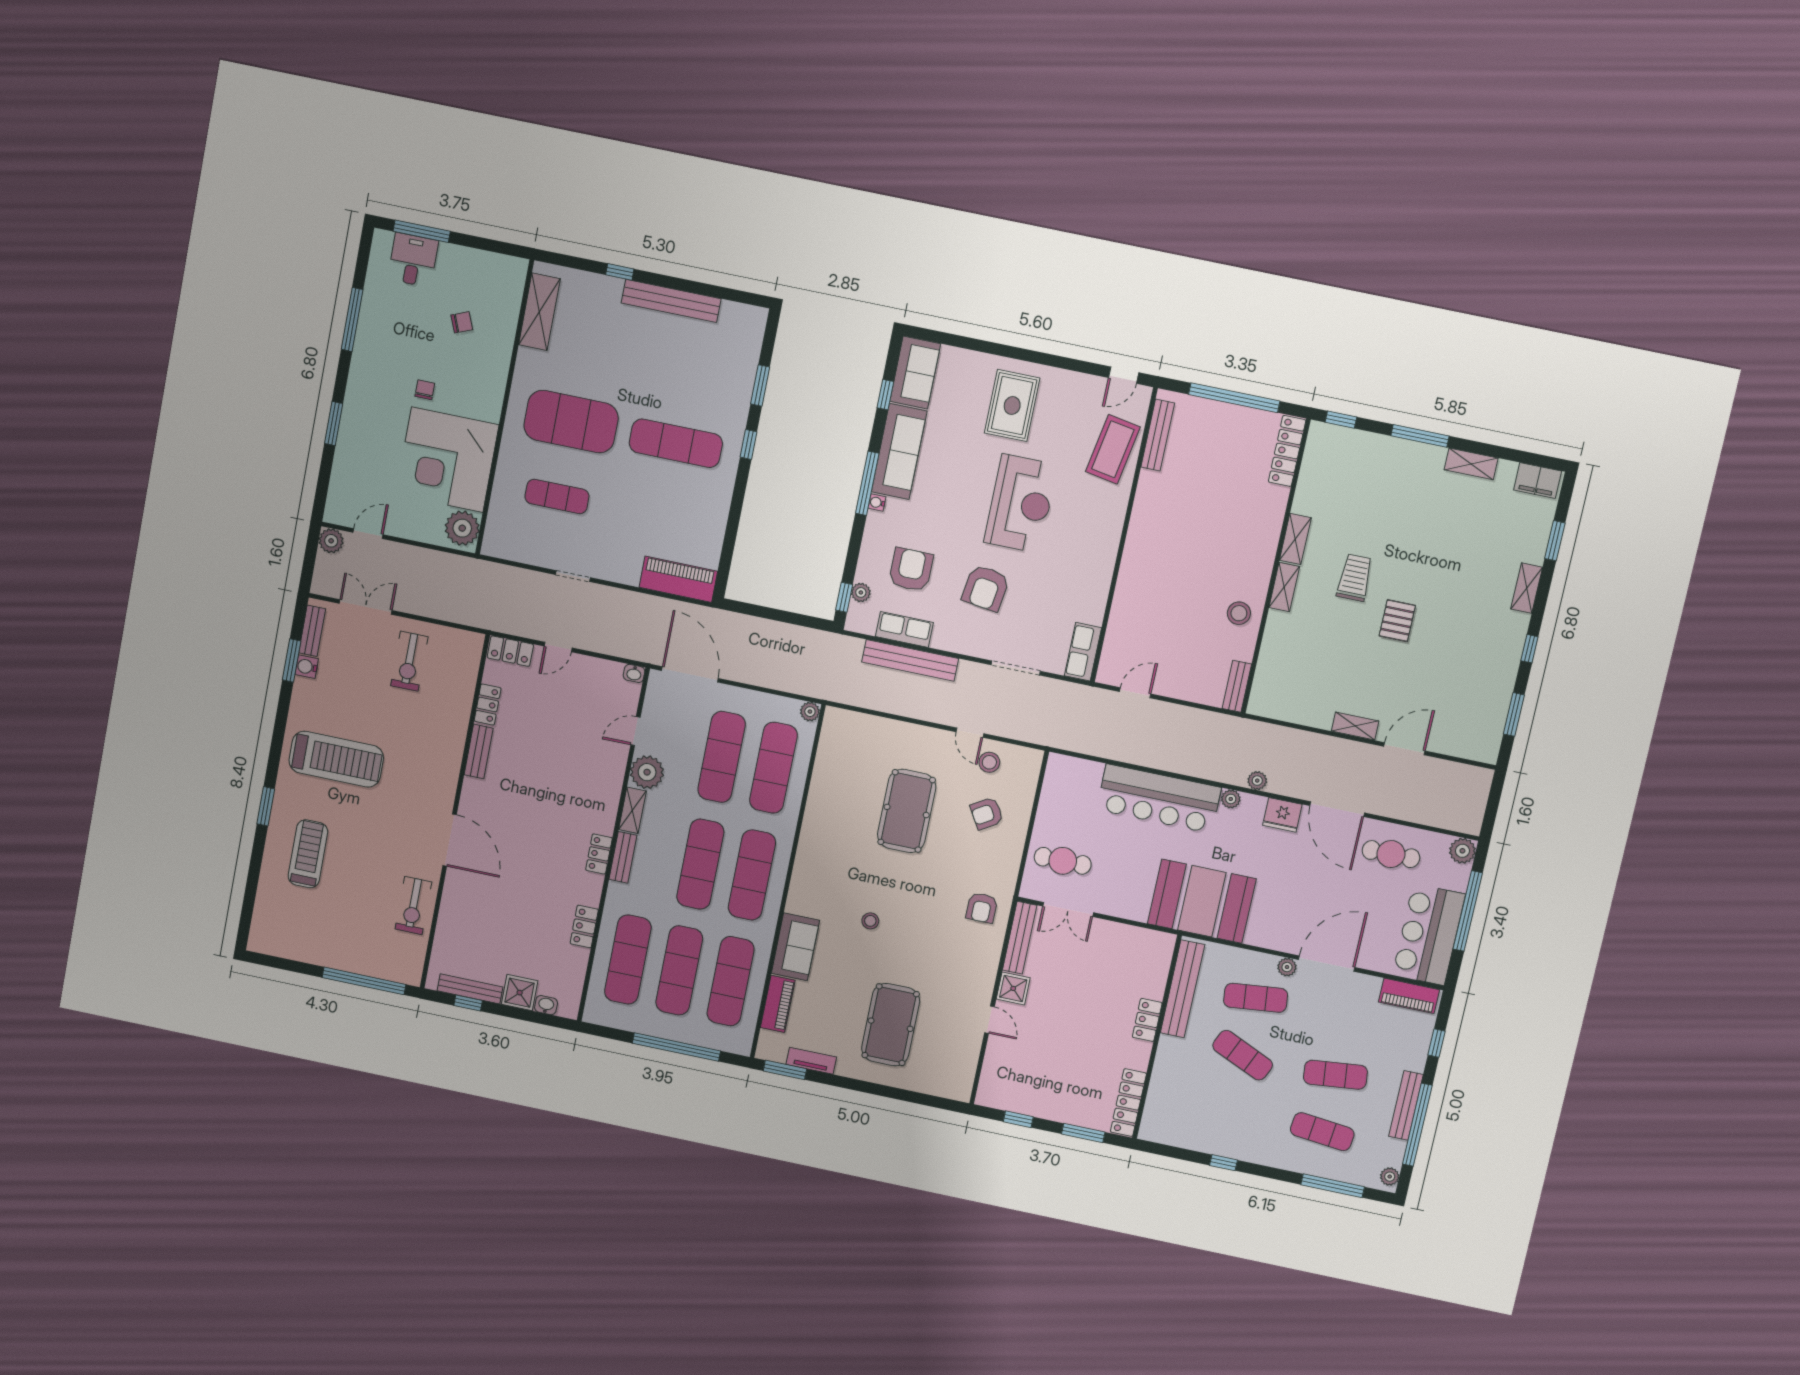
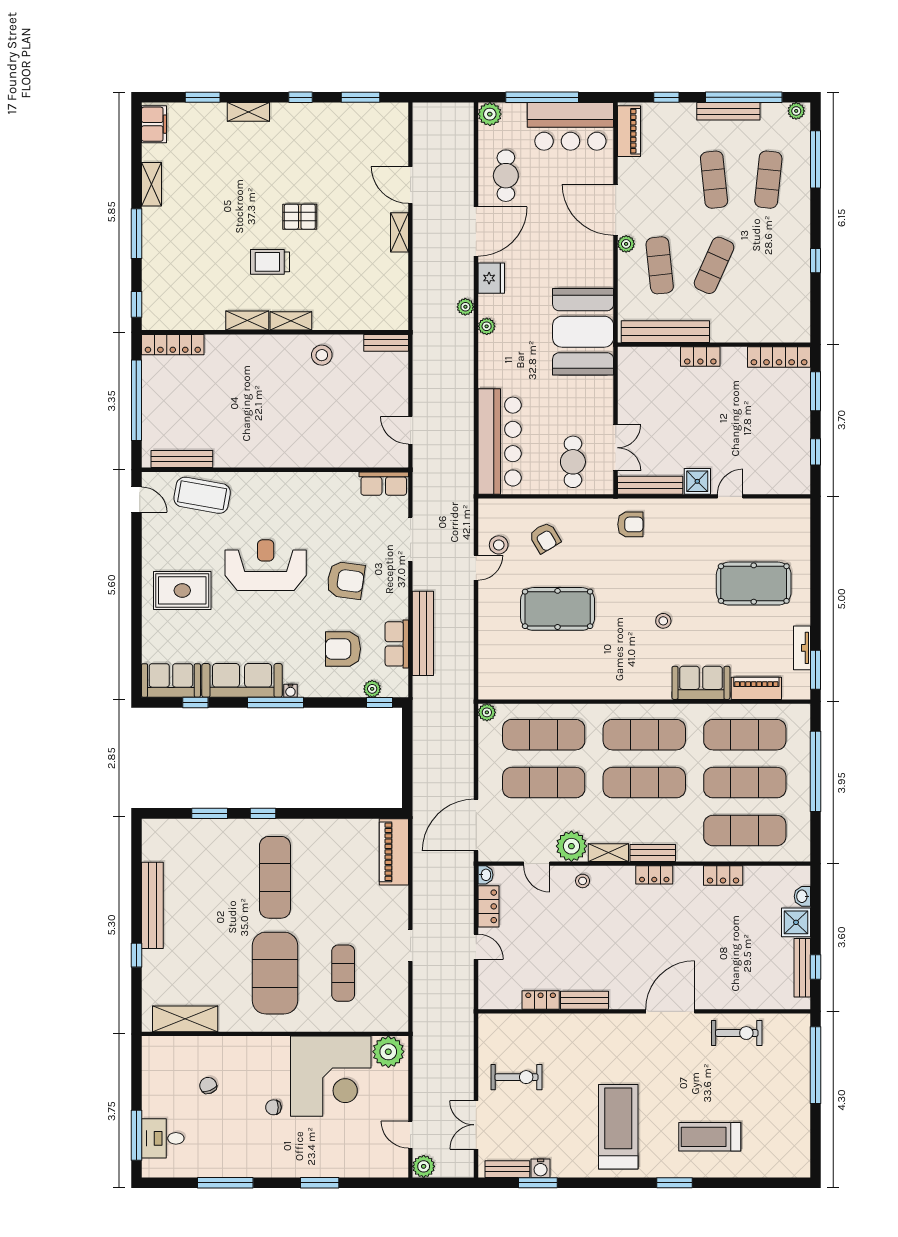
locker: (510, 651) -> (489, 906), moved
stool: (607, 776) -> (583, 881), added
bar counter: (1159, 799) -> (500, 442), moved

